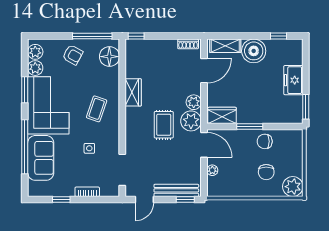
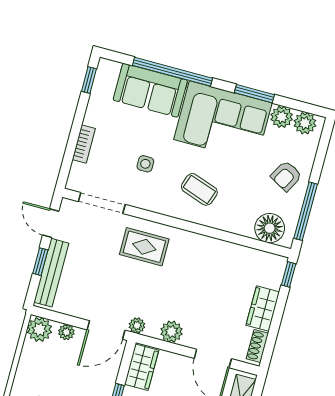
wardrobe: (133, 92) -> (263, 309), moved, turned 90
plant: (191, 121) -> (137, 326), width x0.53, depth x0.53
rug: (164, 125) -> (144, 247), moved
plant: (215, 188) -> (39, 329), added
window: (61, 199) -> (89, 80), moved
window: (185, 199) -> (40, 262), moved

